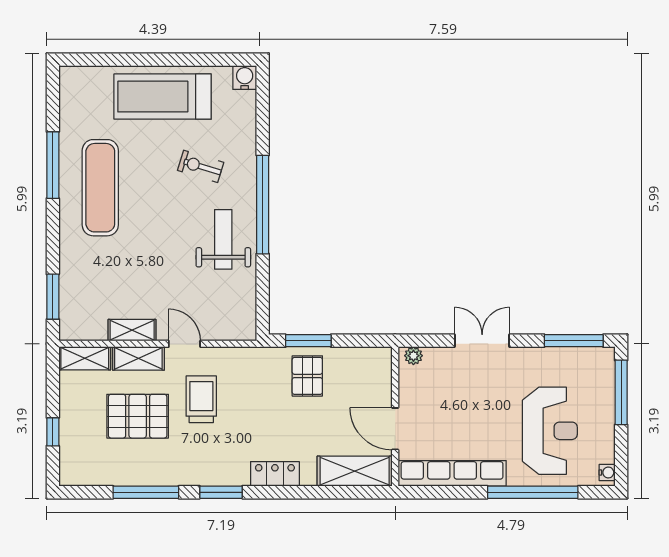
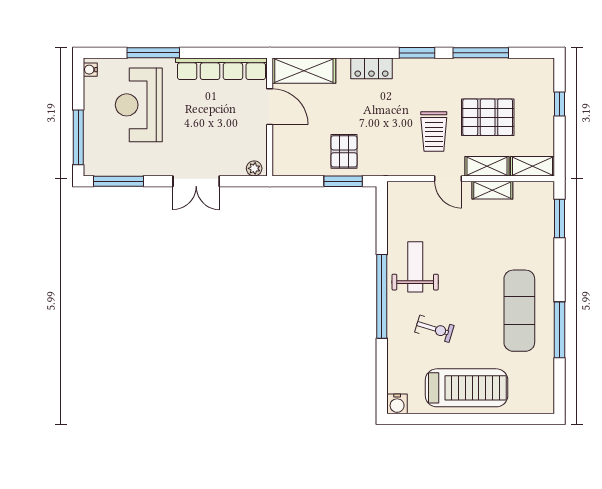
weight bench: (223, 239) -> (415, 267), turned 180
window: (533, 492) -> (153, 53), width x0.68

